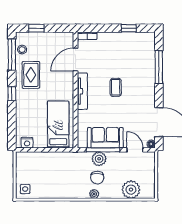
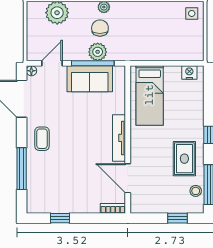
door: (75, 60) -> (128, 178), swing flipped
coffee table: (116, 87) -> (42, 139), moved
door: (135, 150) -> (52, 63), swing flipped

